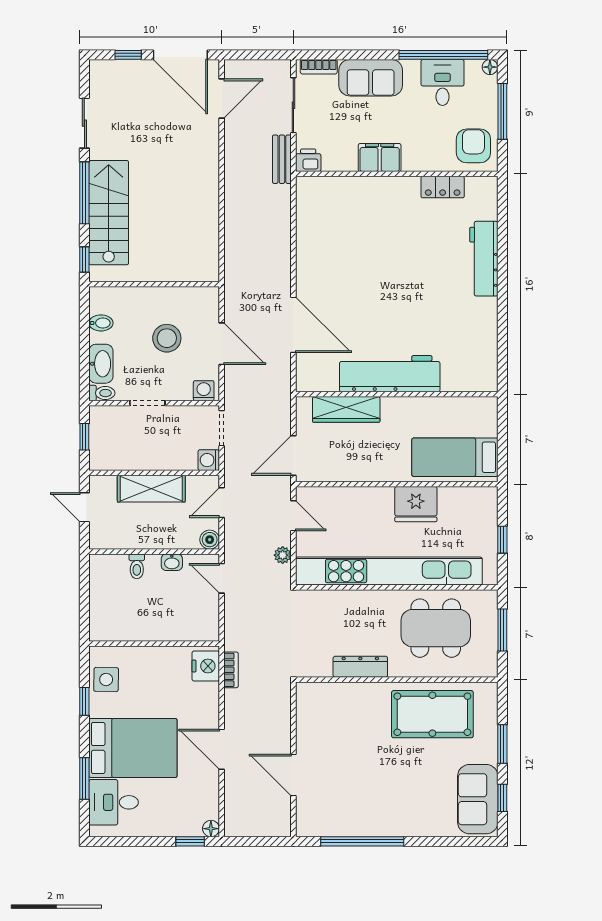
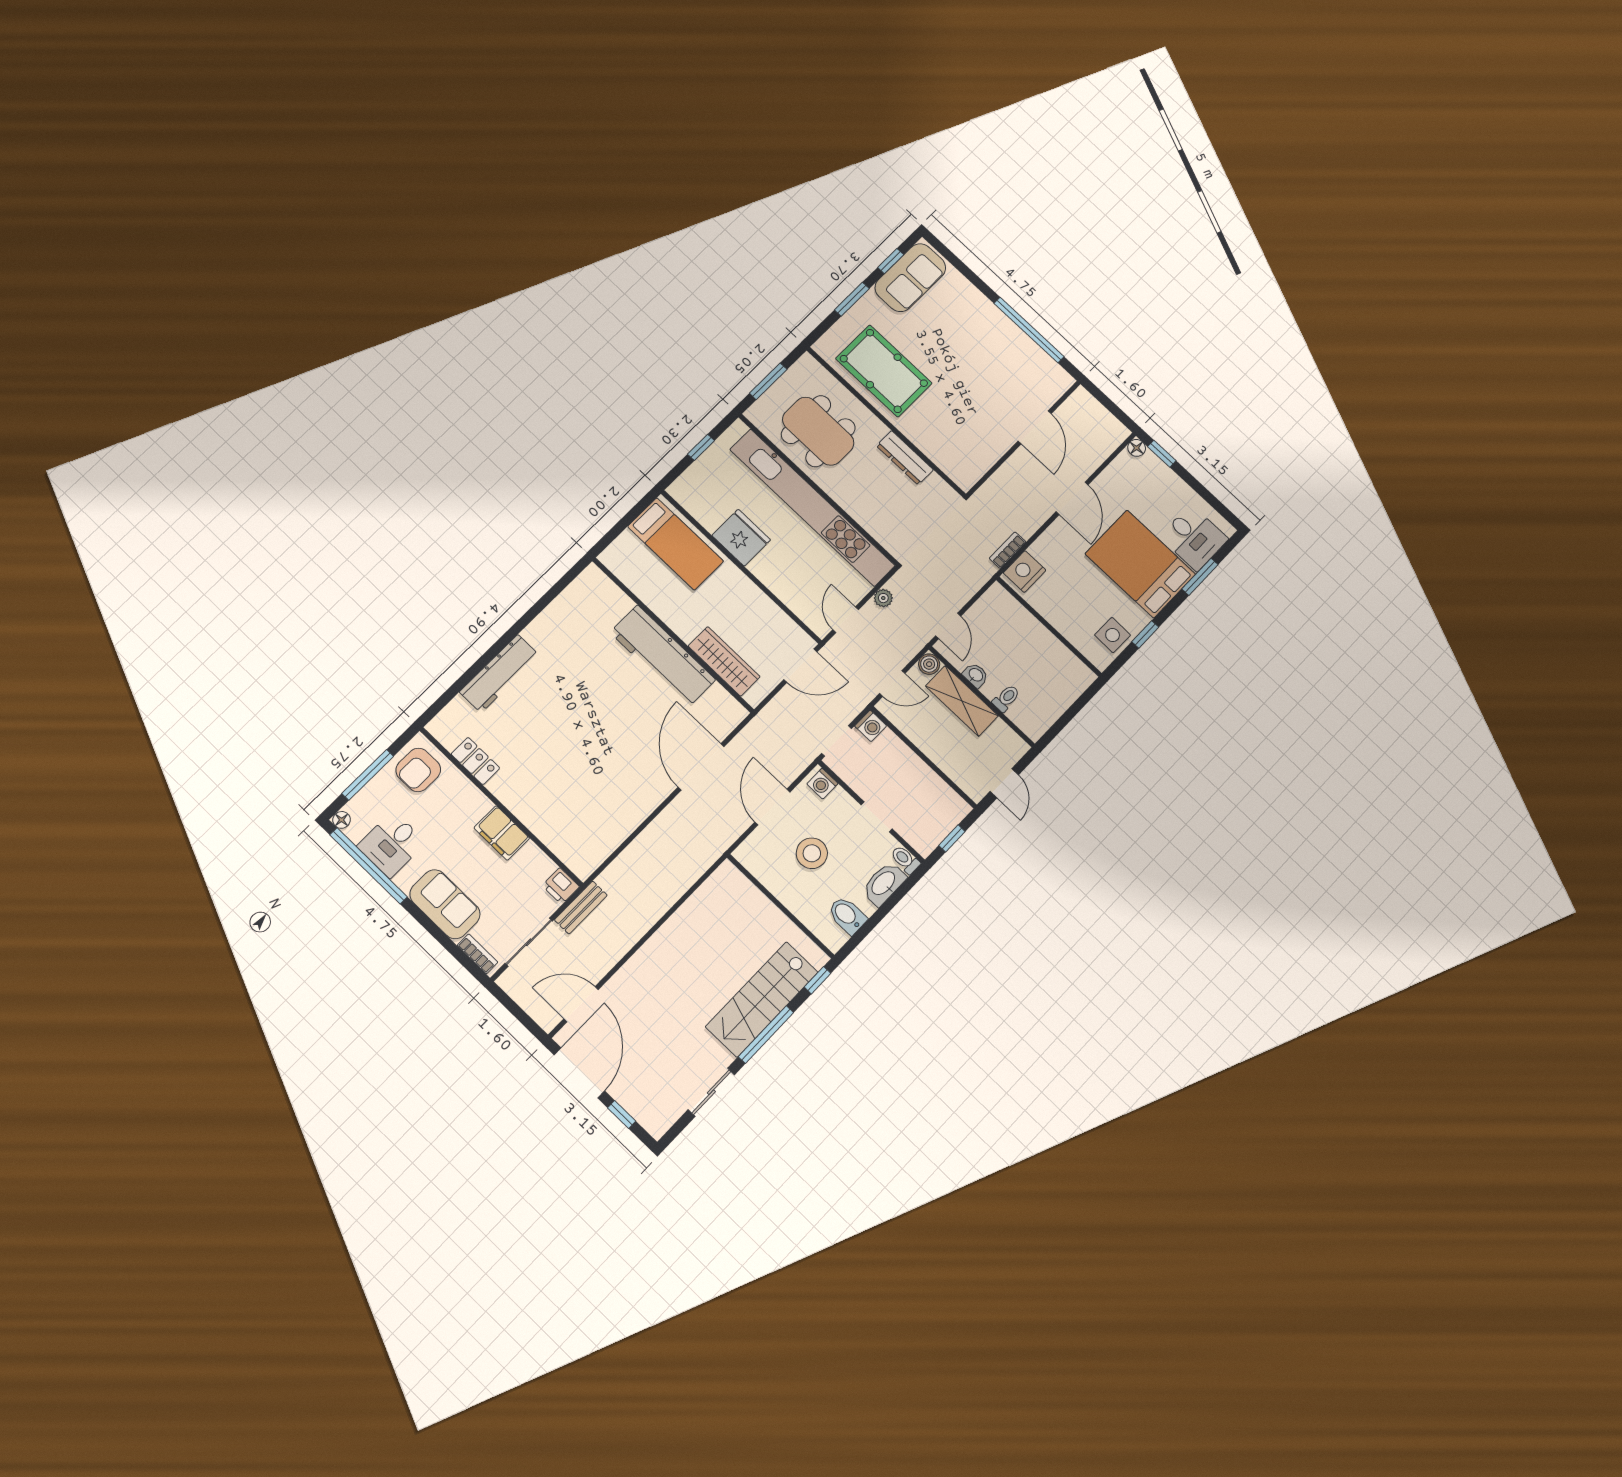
bidet: (101, 323) -> (847, 915), width x1.38, depth x1.36
shelving: (151, 489) -> (962, 701), moved

